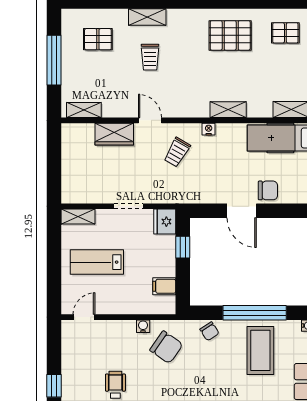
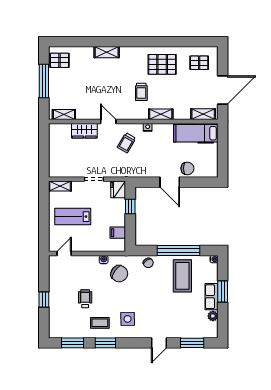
pallet: (98, 39) -> (59, 60), moved
trolley: (150, 57) -> (141, 92), moved

